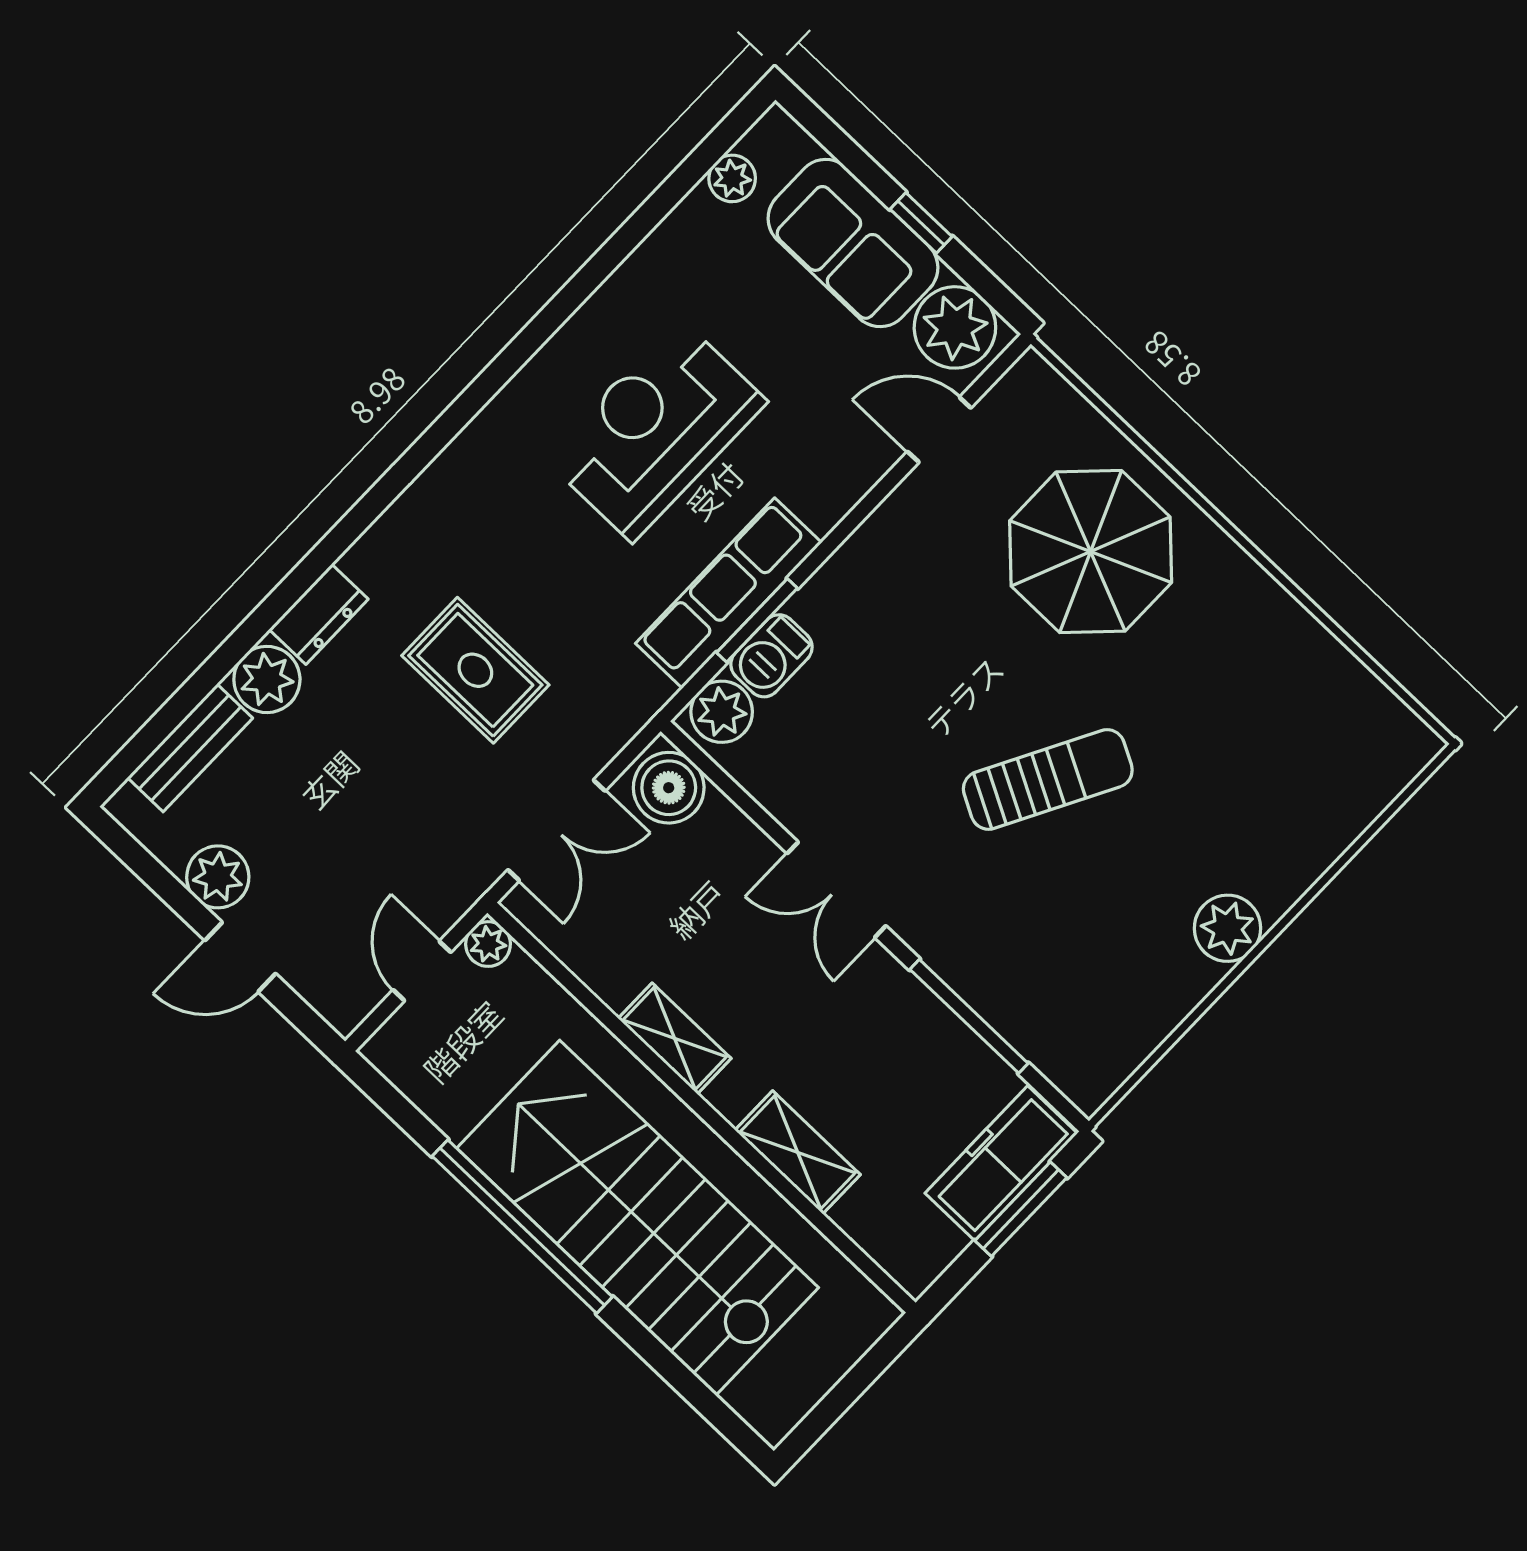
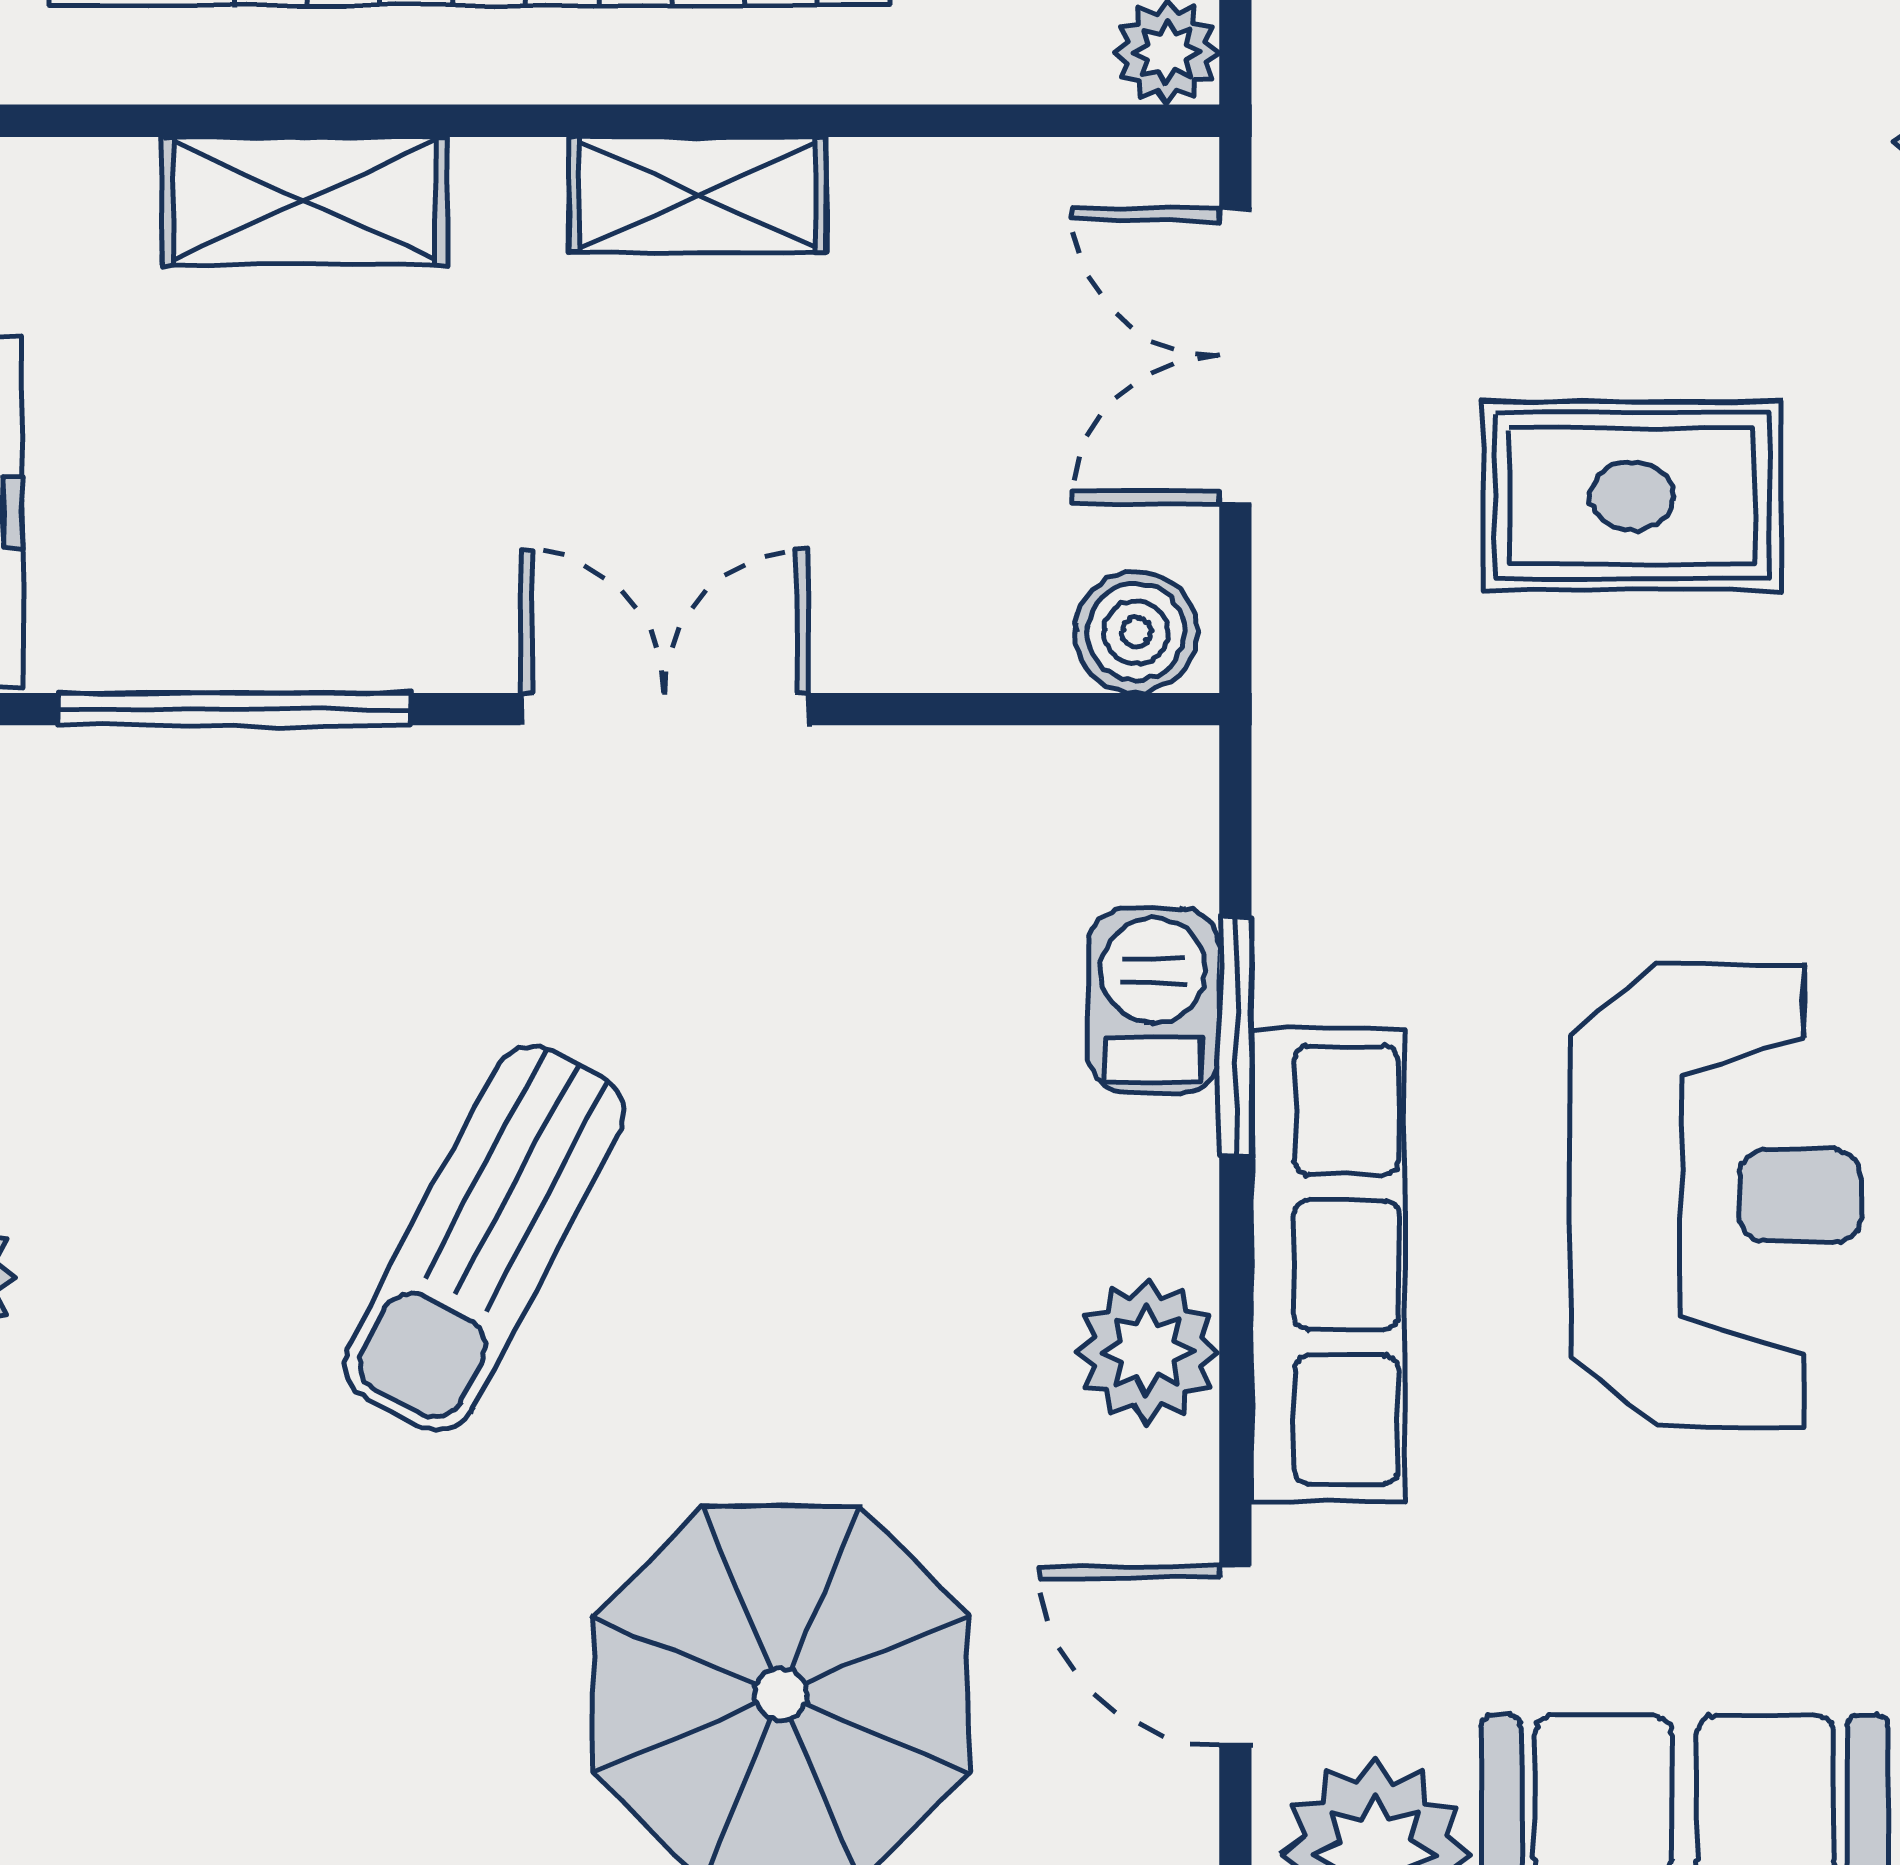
door: (939, 430) -> (1235, 1656), swing flipped
row of seats: (729, 593) -> (1328, 1265), moved
plant: (722, 712) -> (1147, 1352), moved
boiler: (669, 788) -> (1136, 632), width x0.73, depth x0.73

